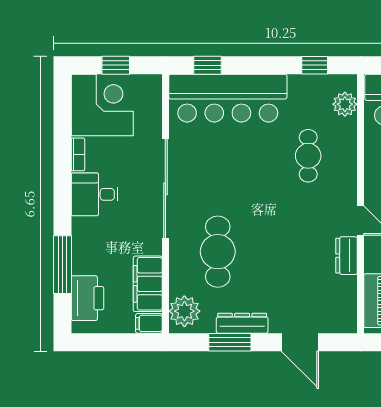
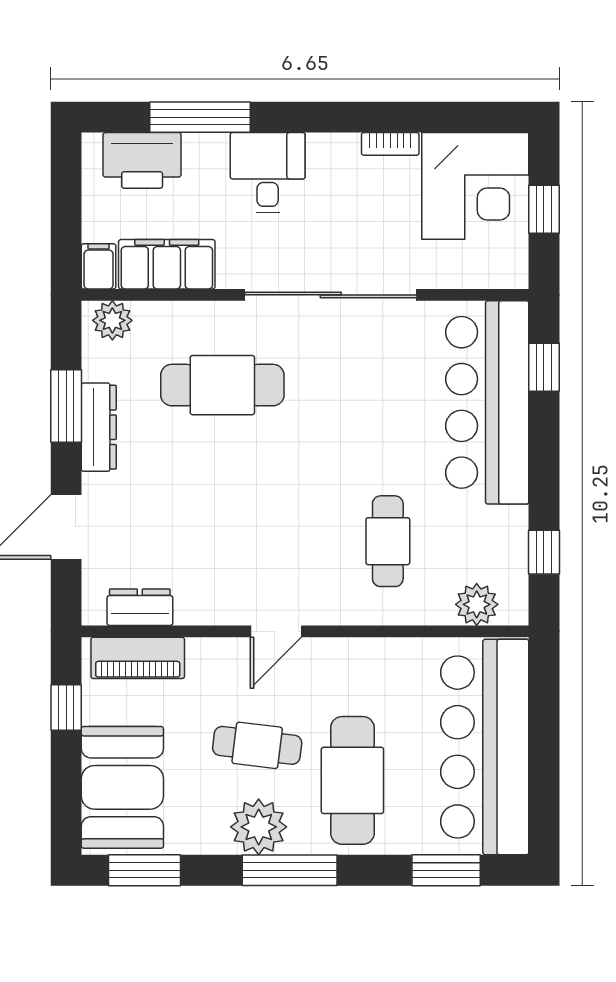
cafe table: (308, 156) -> (388, 541), turned 90
desk: (95, 194) -> (268, 173), moved
dresser: (346, 256) -> (140, 607), moved
plant: (184, 311) -> (112, 320), width x0.73, depth x0.73

